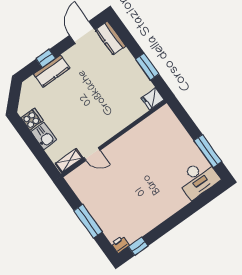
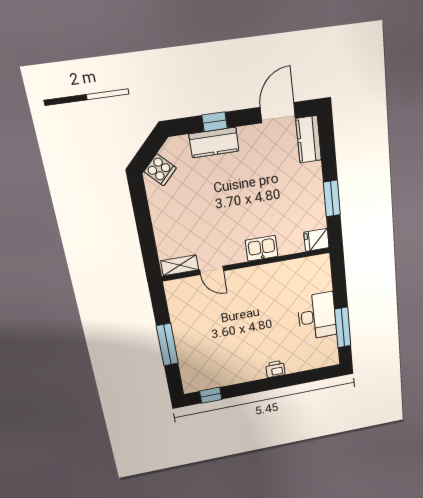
cooker: (32, 119) -> (160, 170), moved, turned 45
kitchen sink: (44, 136) -> (262, 248), moved, turned -90
desk: (198, 179) -> (317, 316), moved, turned -90
printer: (120, 244) -> (275, 369), moved

